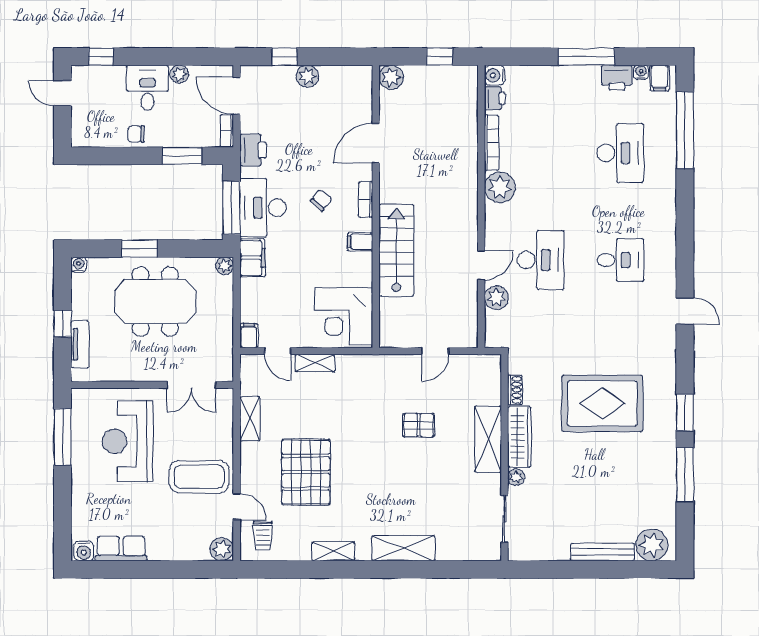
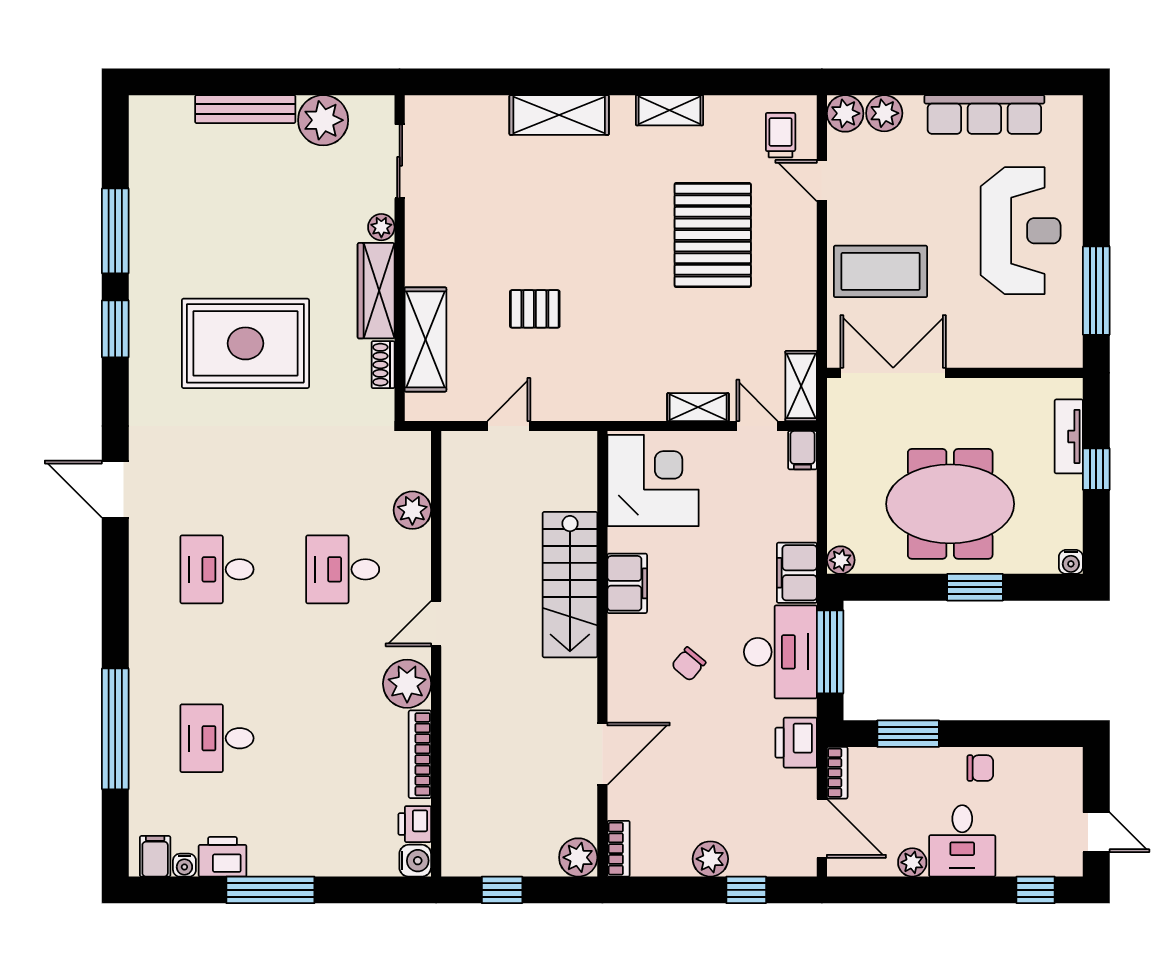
window: (685, 130) -> (115, 729), moved
desk: (620, 153) -> (217, 738), width x0.73
bookcase: (366, 199) -> (619, 849), moved
filing cabinet: (360, 242) -> (627, 583), width x2.00
desk: (541, 260) -> (343, 569), width x0.73
door: (481, 265) -> (436, 624), moved
door: (685, 311) -> (115, 489), width x1.38
double door: (191, 385) -> (893, 373), width x1.37
shelving: (250, 419) -> (801, 386), moved
shelving: (488, 439) -> (425, 339), moved
reception desk: (128, 441) -> (1021, 231), moved
coffee table: (199, 477) -> (880, 271), moved
plant: (652, 545) -> (323, 120), moved
row of seats: (121, 549) -> (984, 115), width x1.48
plant: (197, 549) -> (884, 113), added
water cooler: (84, 551) -> (1063, 111), removed

